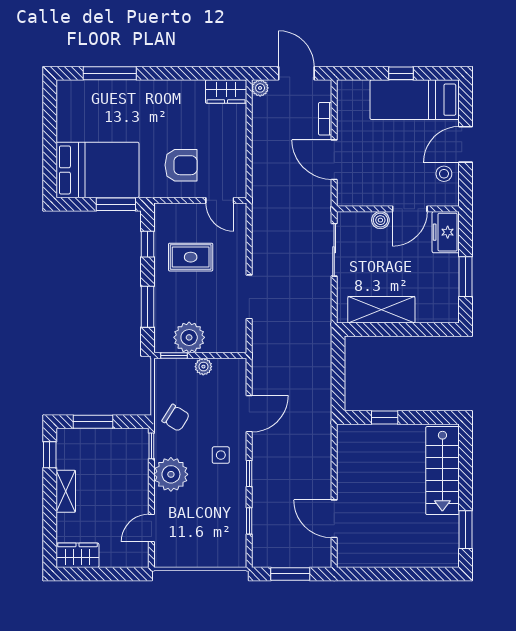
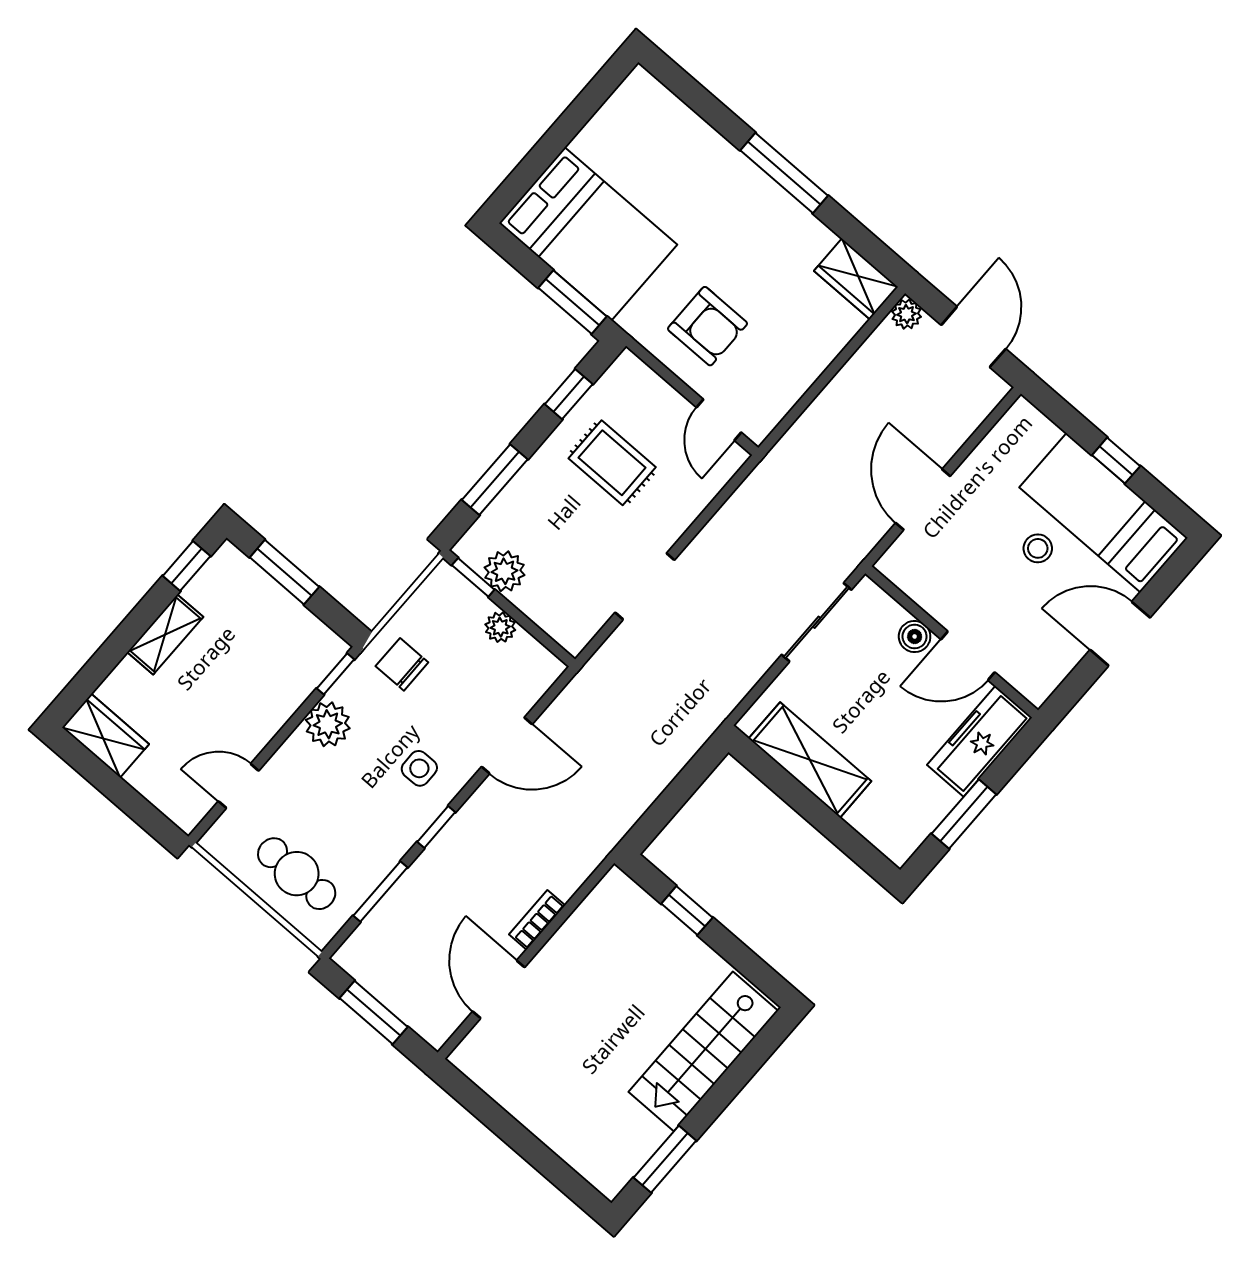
window: (110, 73) -> (784, 173), moved
bookcase: (325, 119) -> (537, 920), moved
stool: (444, 174) -> (1038, 548), moved
freezer: (446, 232) -> (980, 741), width x1.40
plant: (189, 337) -> (504, 571), width x0.73, depth x0.73
chair: (176, 418) -> (402, 664), turned 148
plant: (171, 474) -> (328, 724), width x0.73, depth x0.73
window: (249, 521) -> (380, 892), width x1.50
cafe table: (208, 544) -> (297, 874), added

